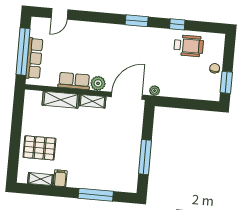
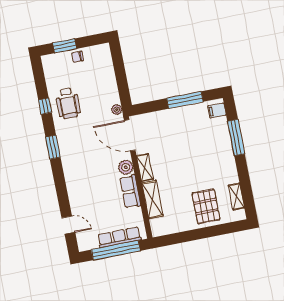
wheelchair: (189, 46) -> (68, 103), moved, turned 180
window: (226, 82) -> (65, 46), moved
filing cabinet: (60, 178) -> (217, 110), moved

